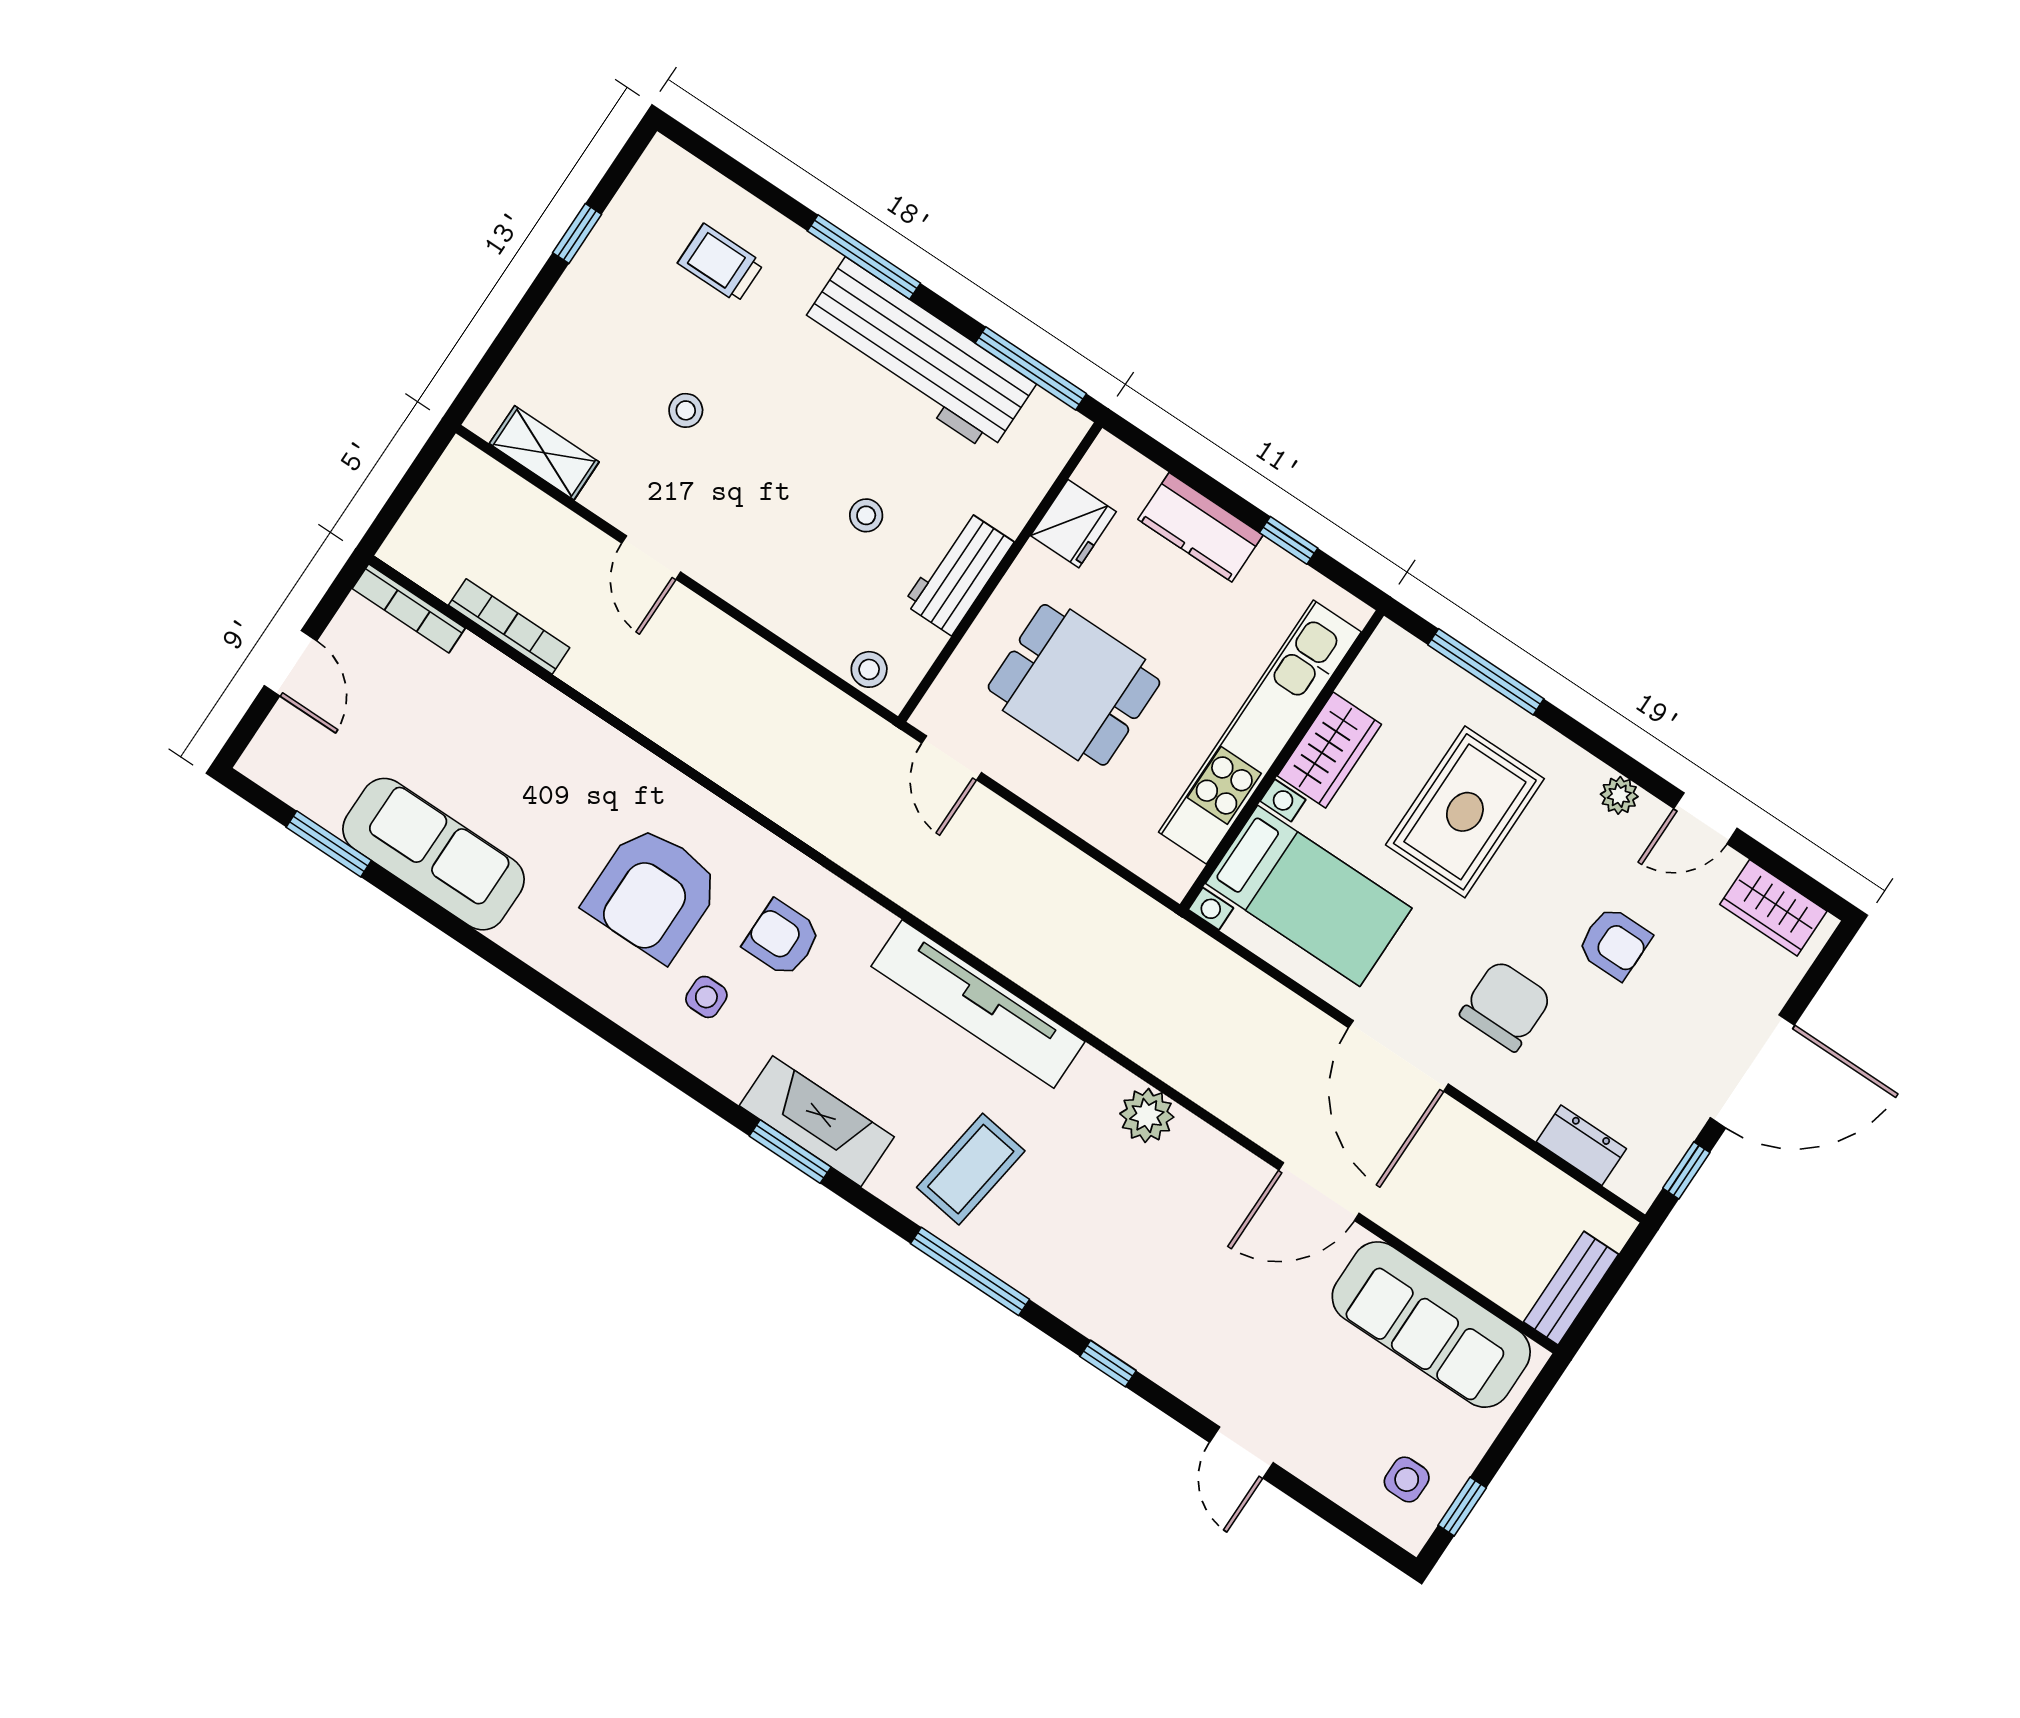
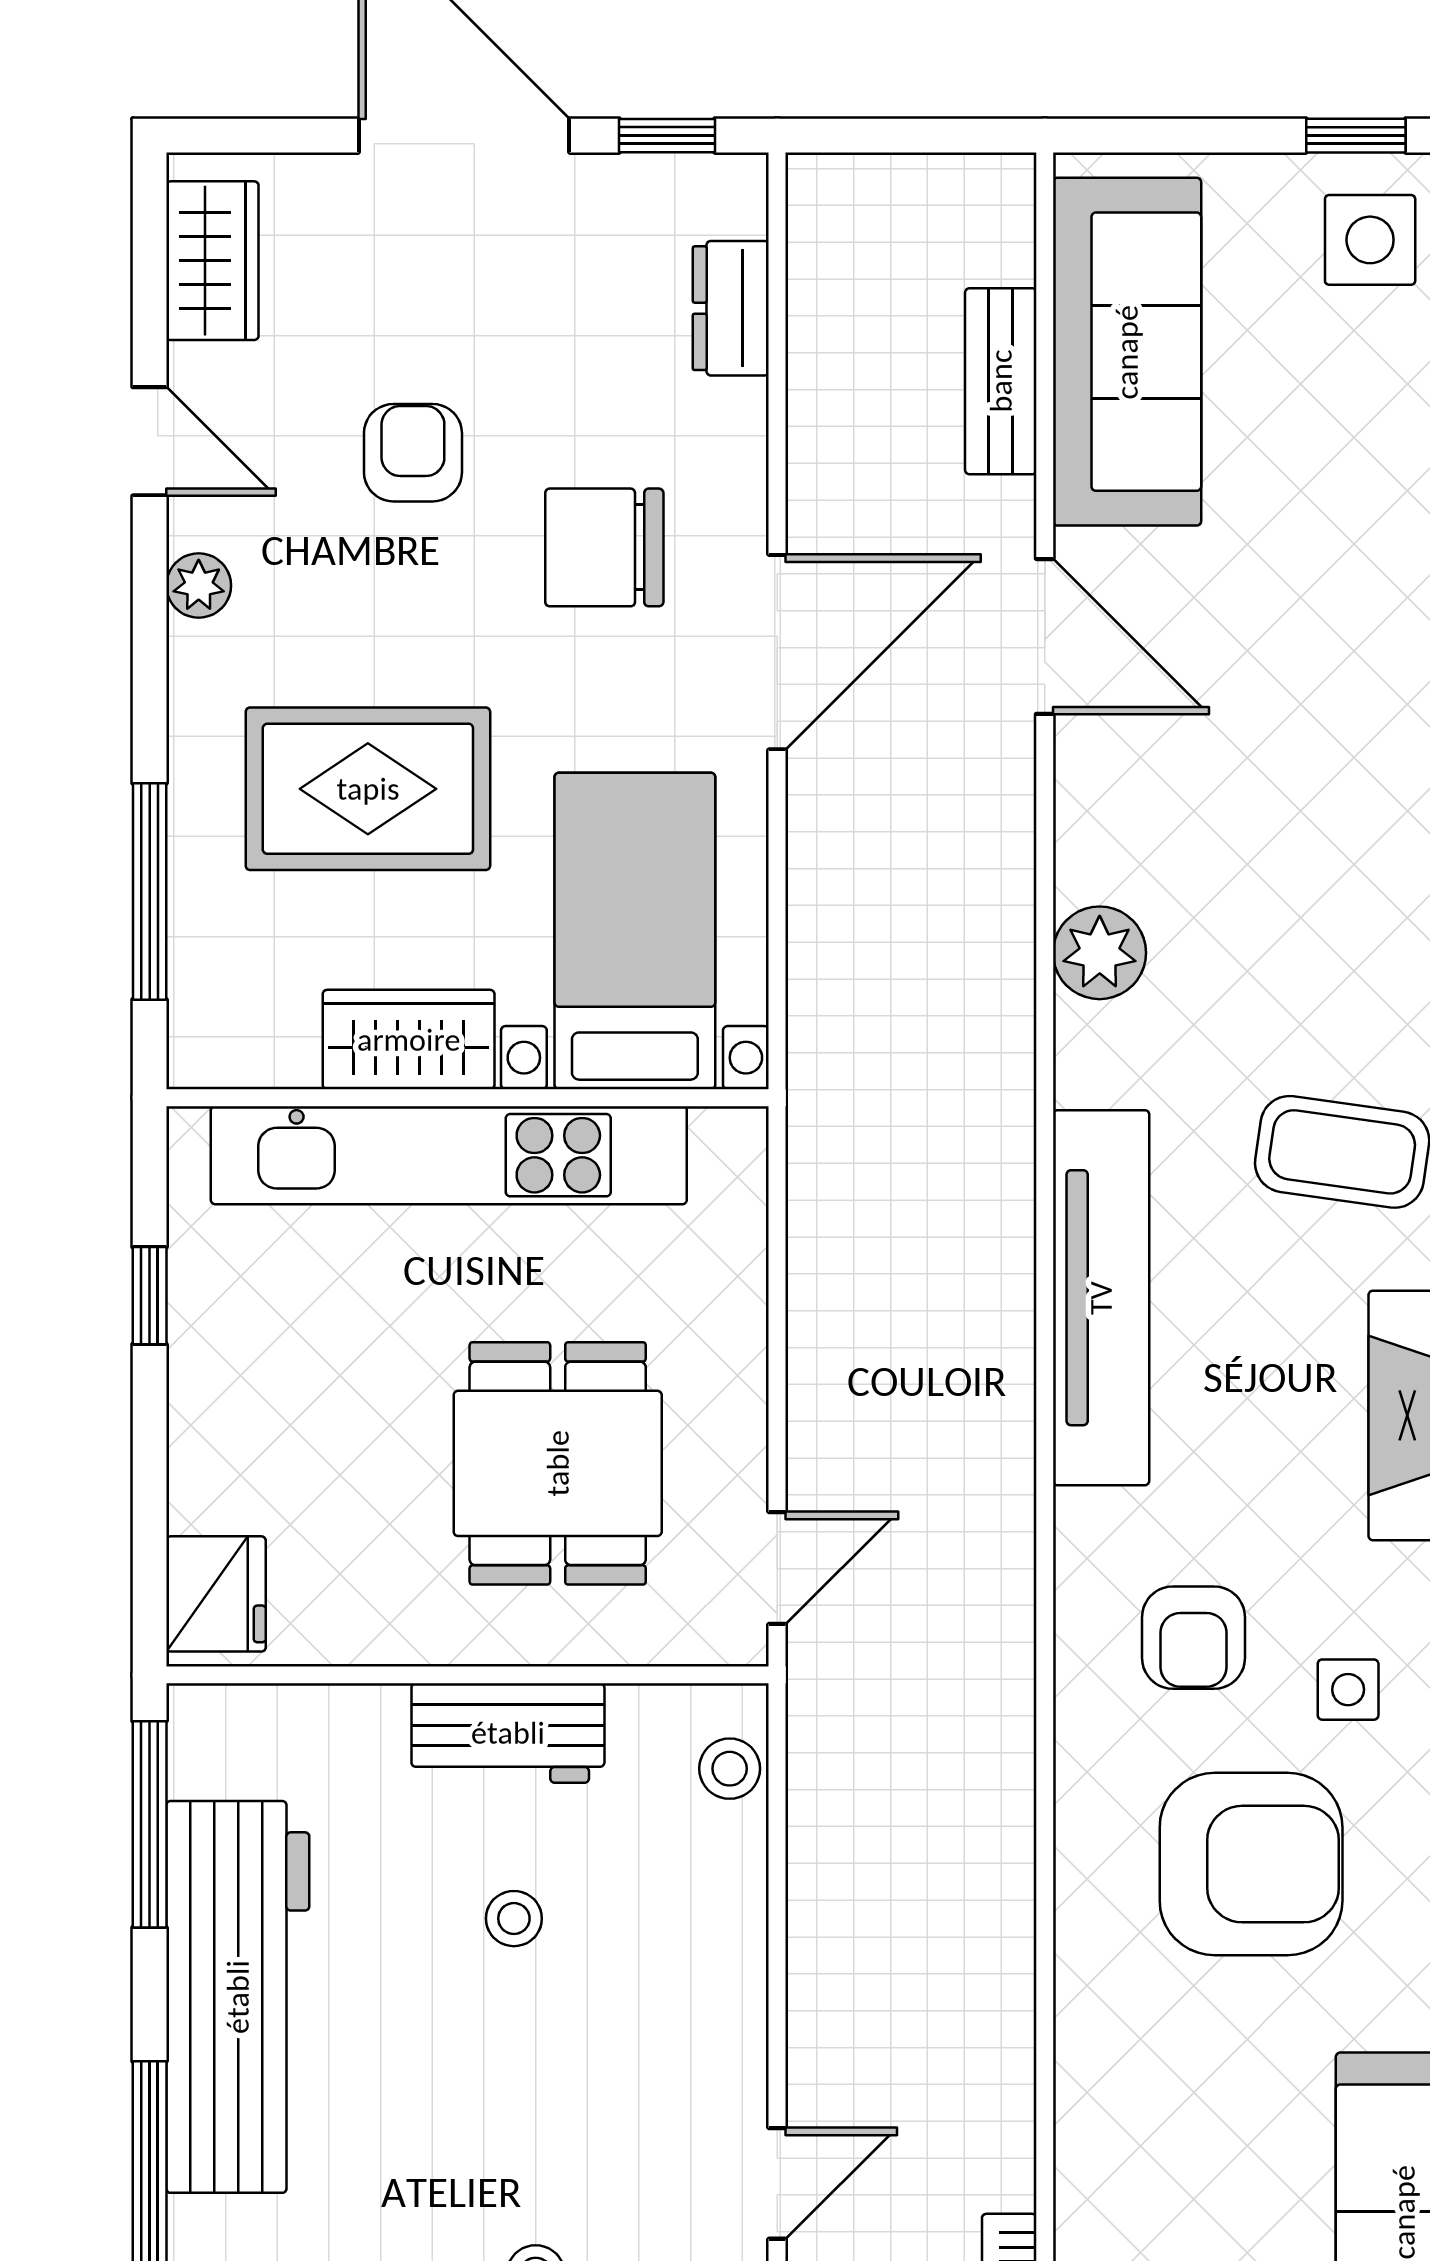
fridge: (1073, 524) -> (216, 1594), moved, turned 90
kitchen counter: (1200, 527) -> (215, 1433), removed
bench: (1571, 1288) -> (1001, 381), moved, turned 90
side table: (1407, 1479) -> (1370, 240), width x1.37, depth x1.37

